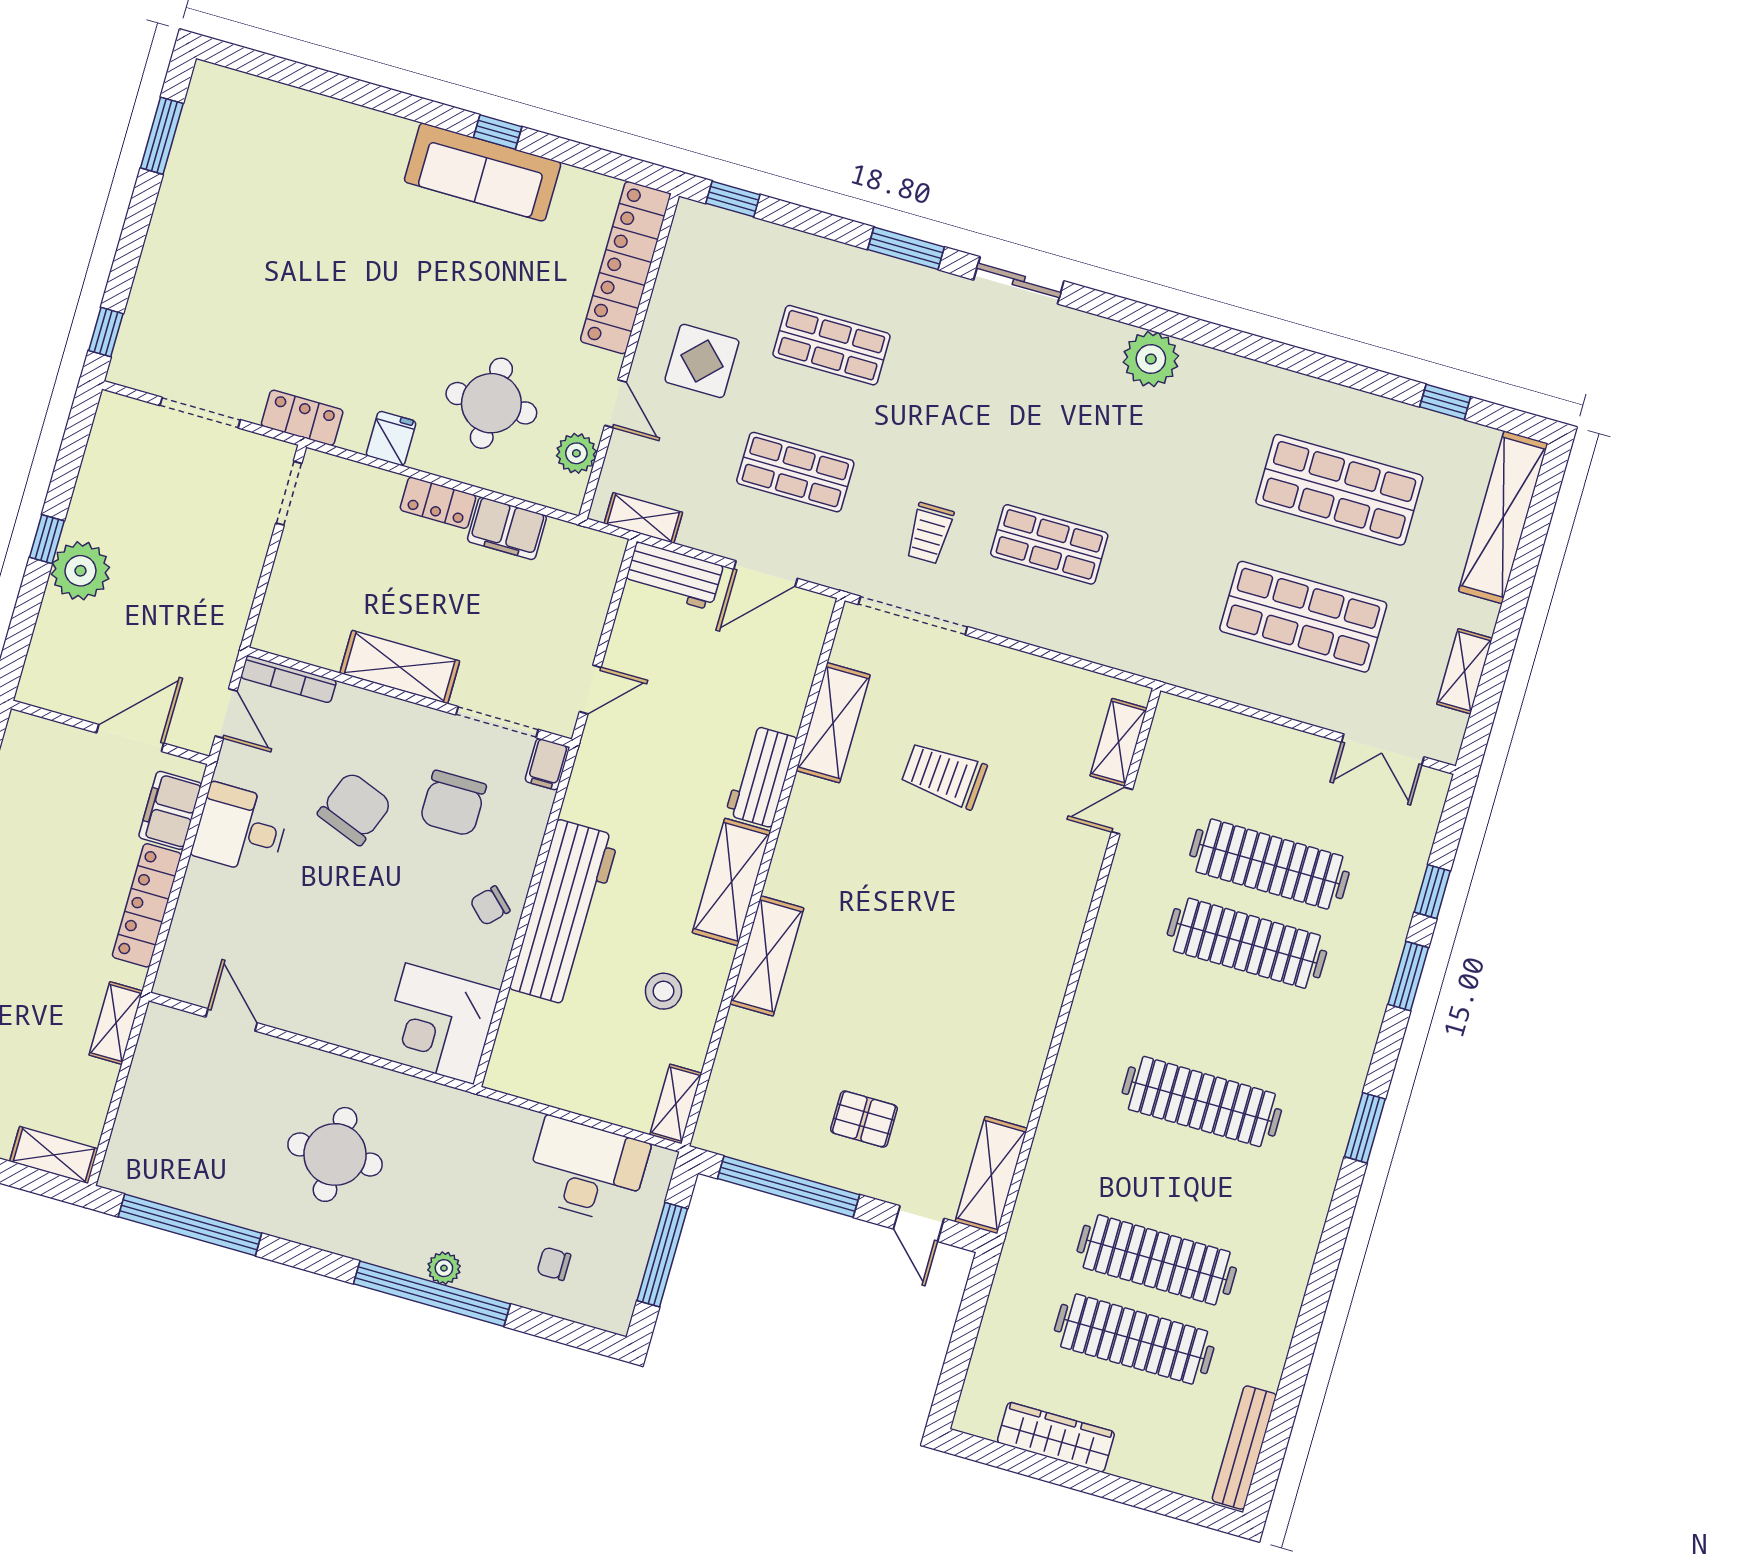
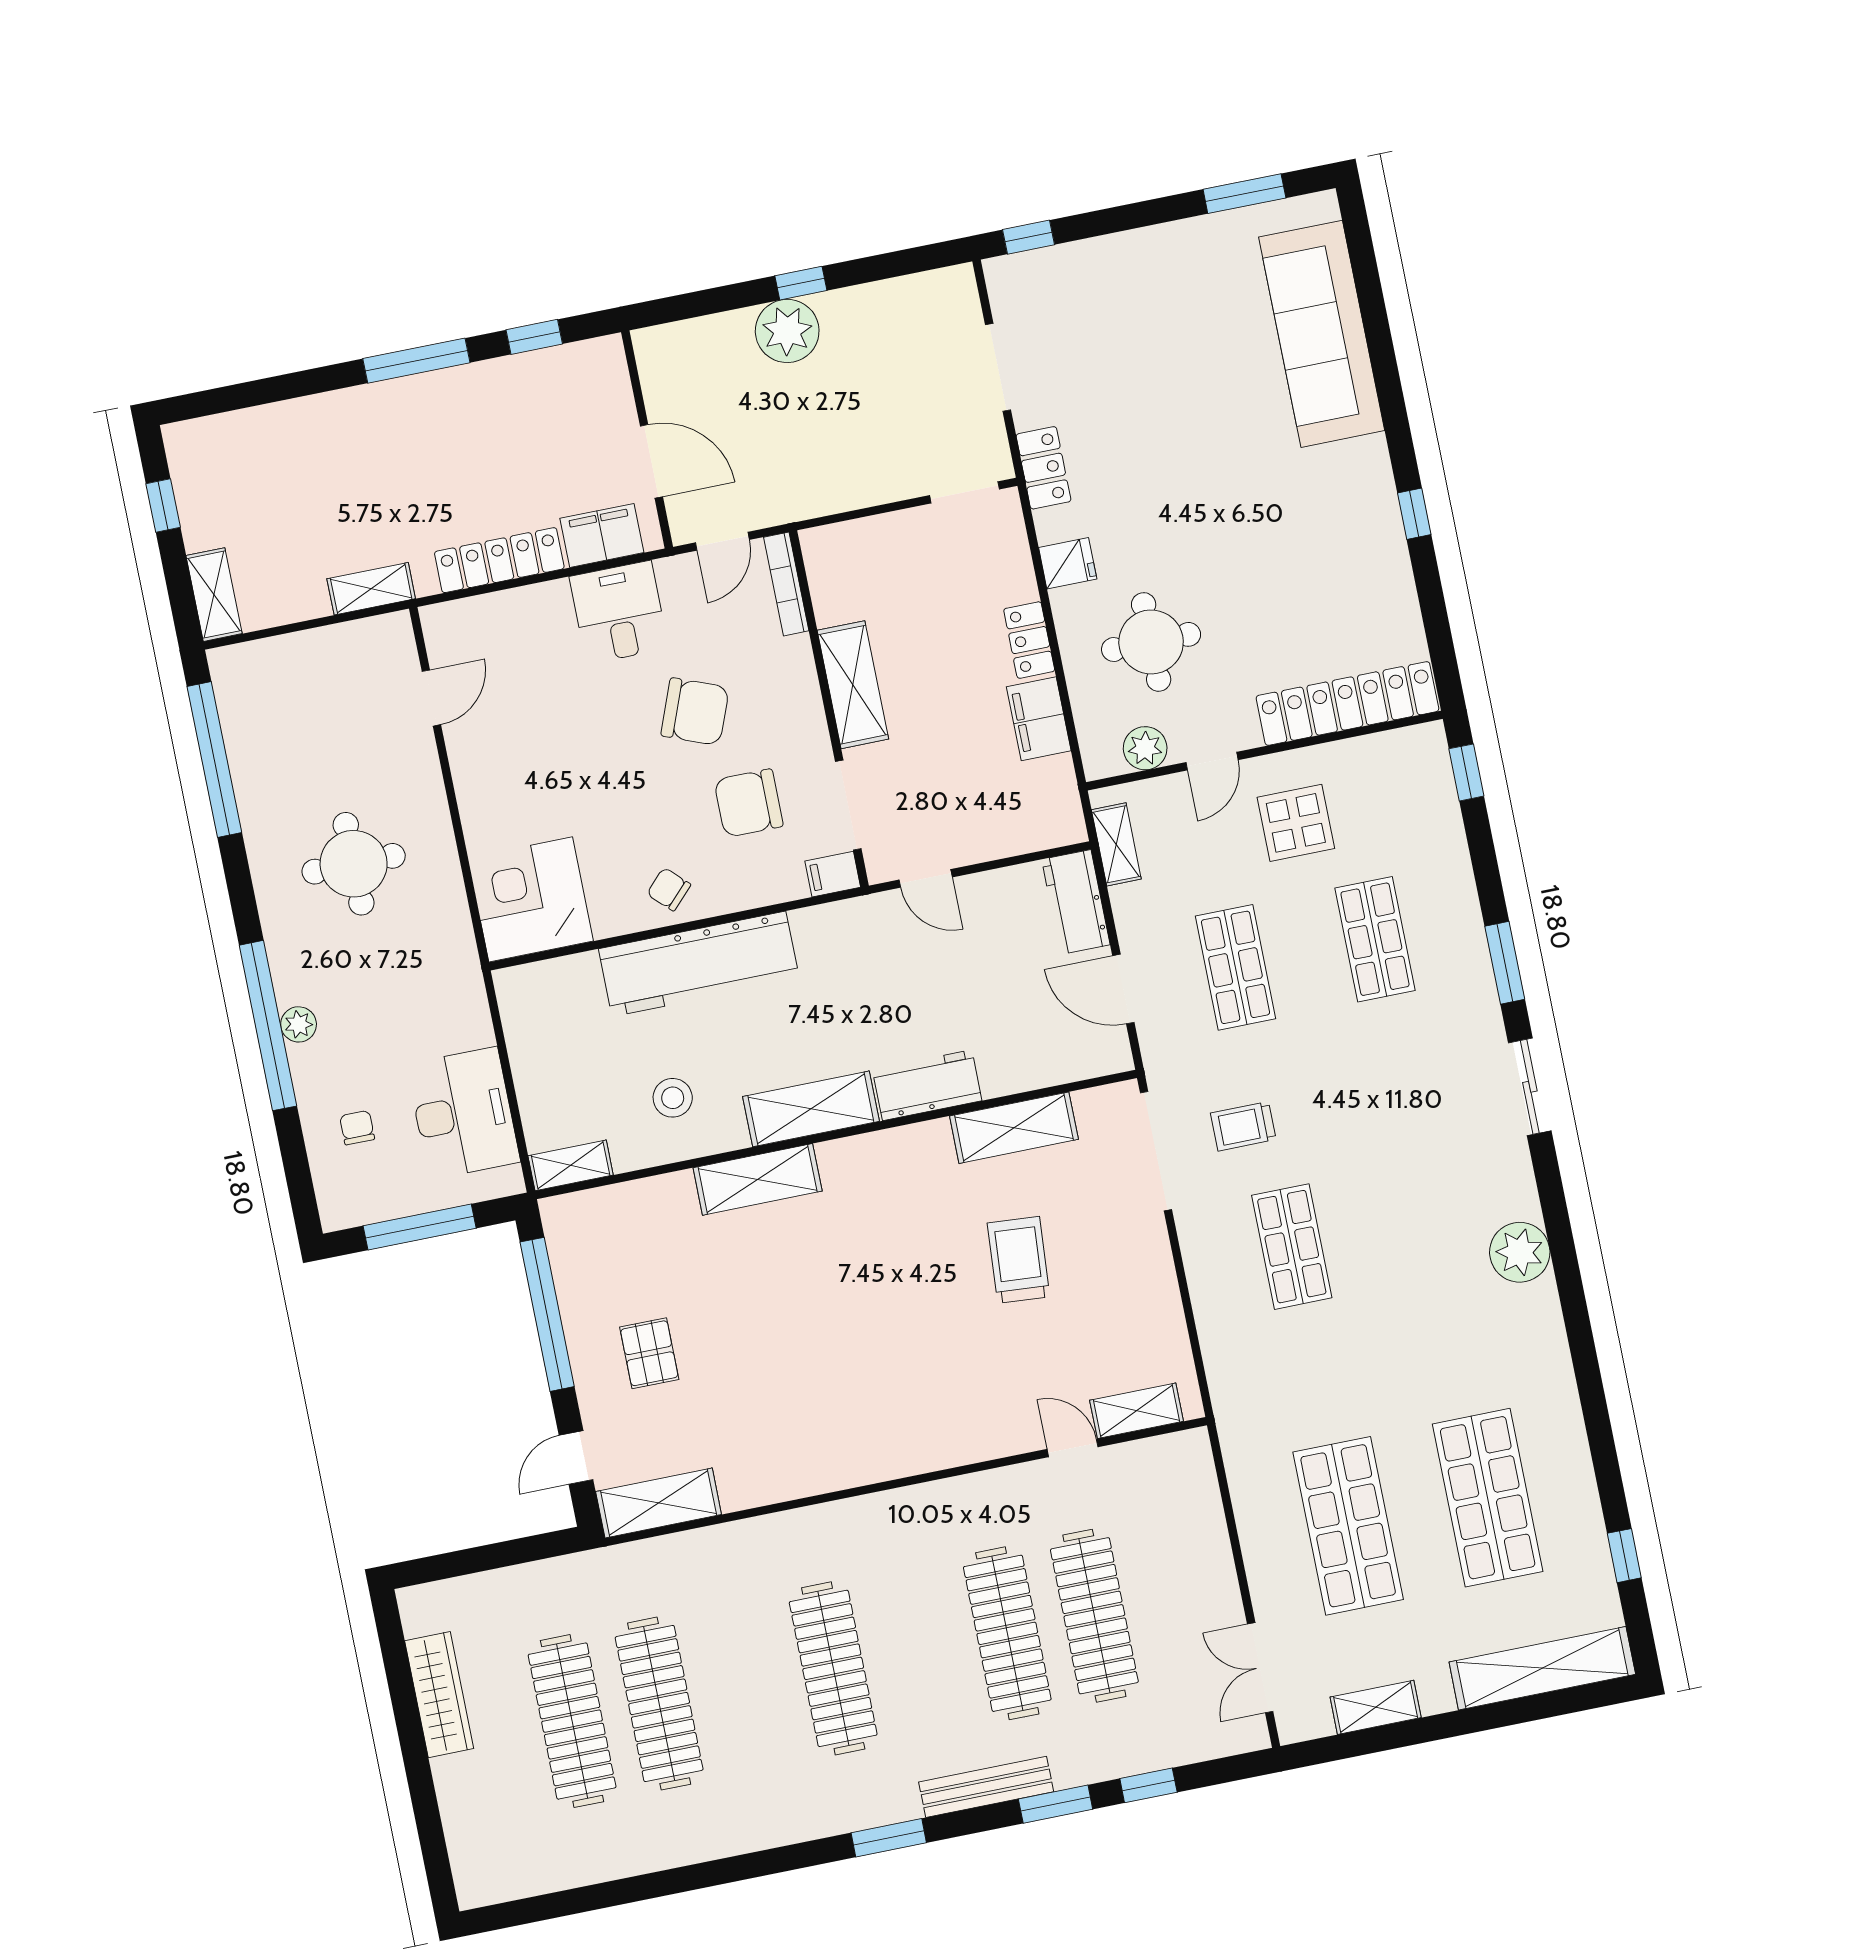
sofa: (483, 172) -> (1322, 334), moved, width x1.36, depth x1.27
bench: (1244, 1448) -> (986, 1787), moved

